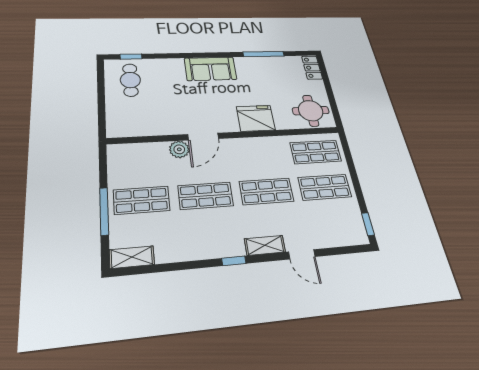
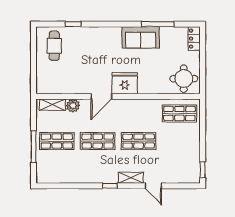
window: (131, 57) -> (73, 24), moved
sofa: (210, 69) -> (141, 37), moved
fridge: (256, 118) -> (125, 83), moved
plant: (179, 149) -> (73, 106), moved
shop shelf: (325, 187) -> (179, 141), removed
shelving: (132, 257) -> (52, 105), moved

